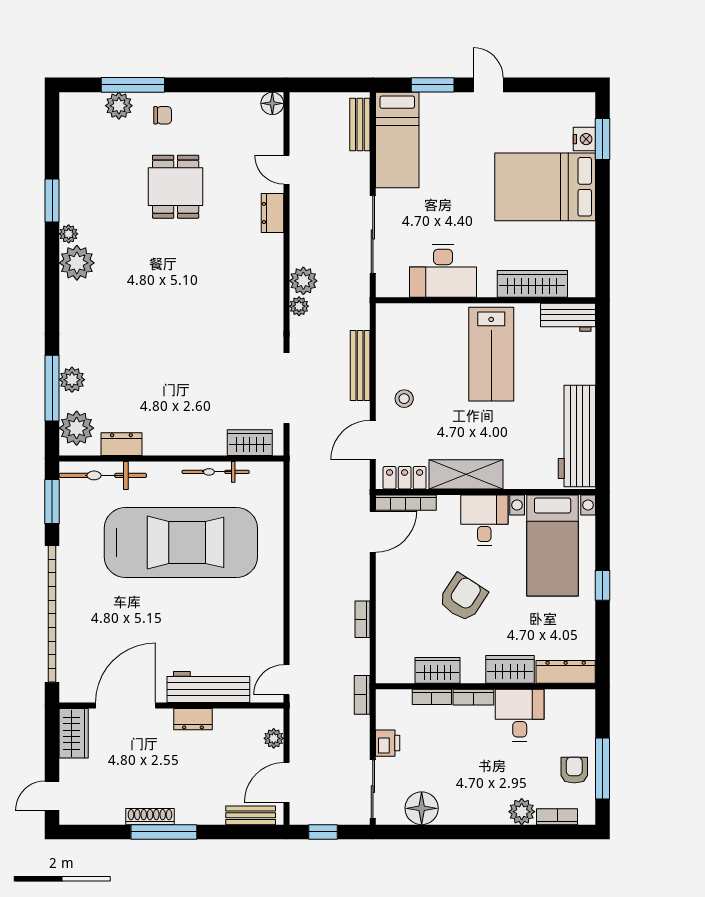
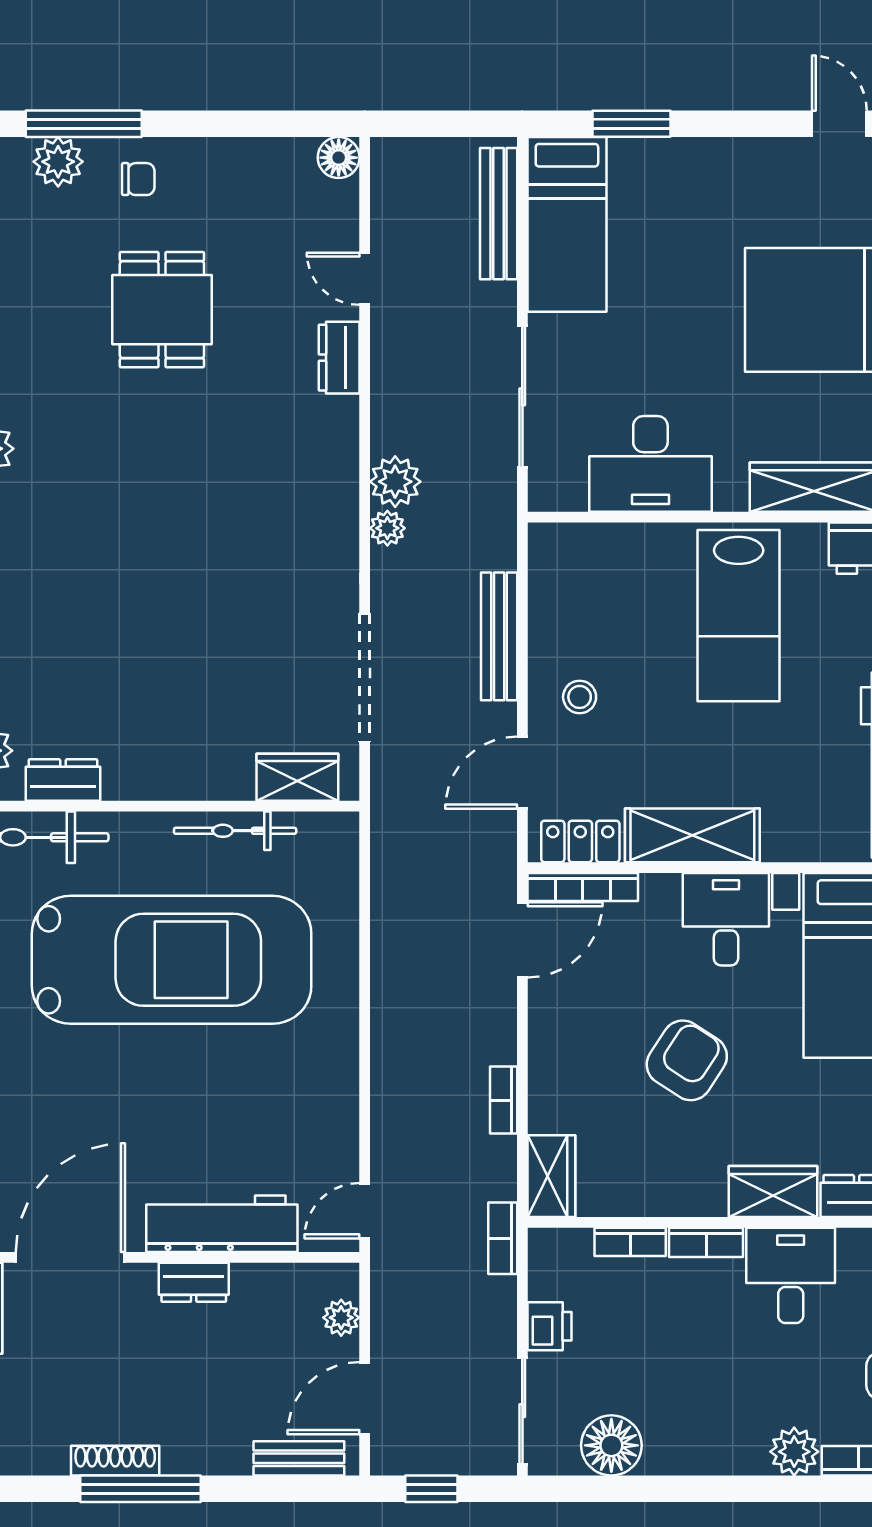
door: (488, 85) -> (839, 124), moved
bench: (360, 125) -> (499, 214), width x1.36
wardrobe: (437, 670) -> (551, 1176), moved, turned 90

